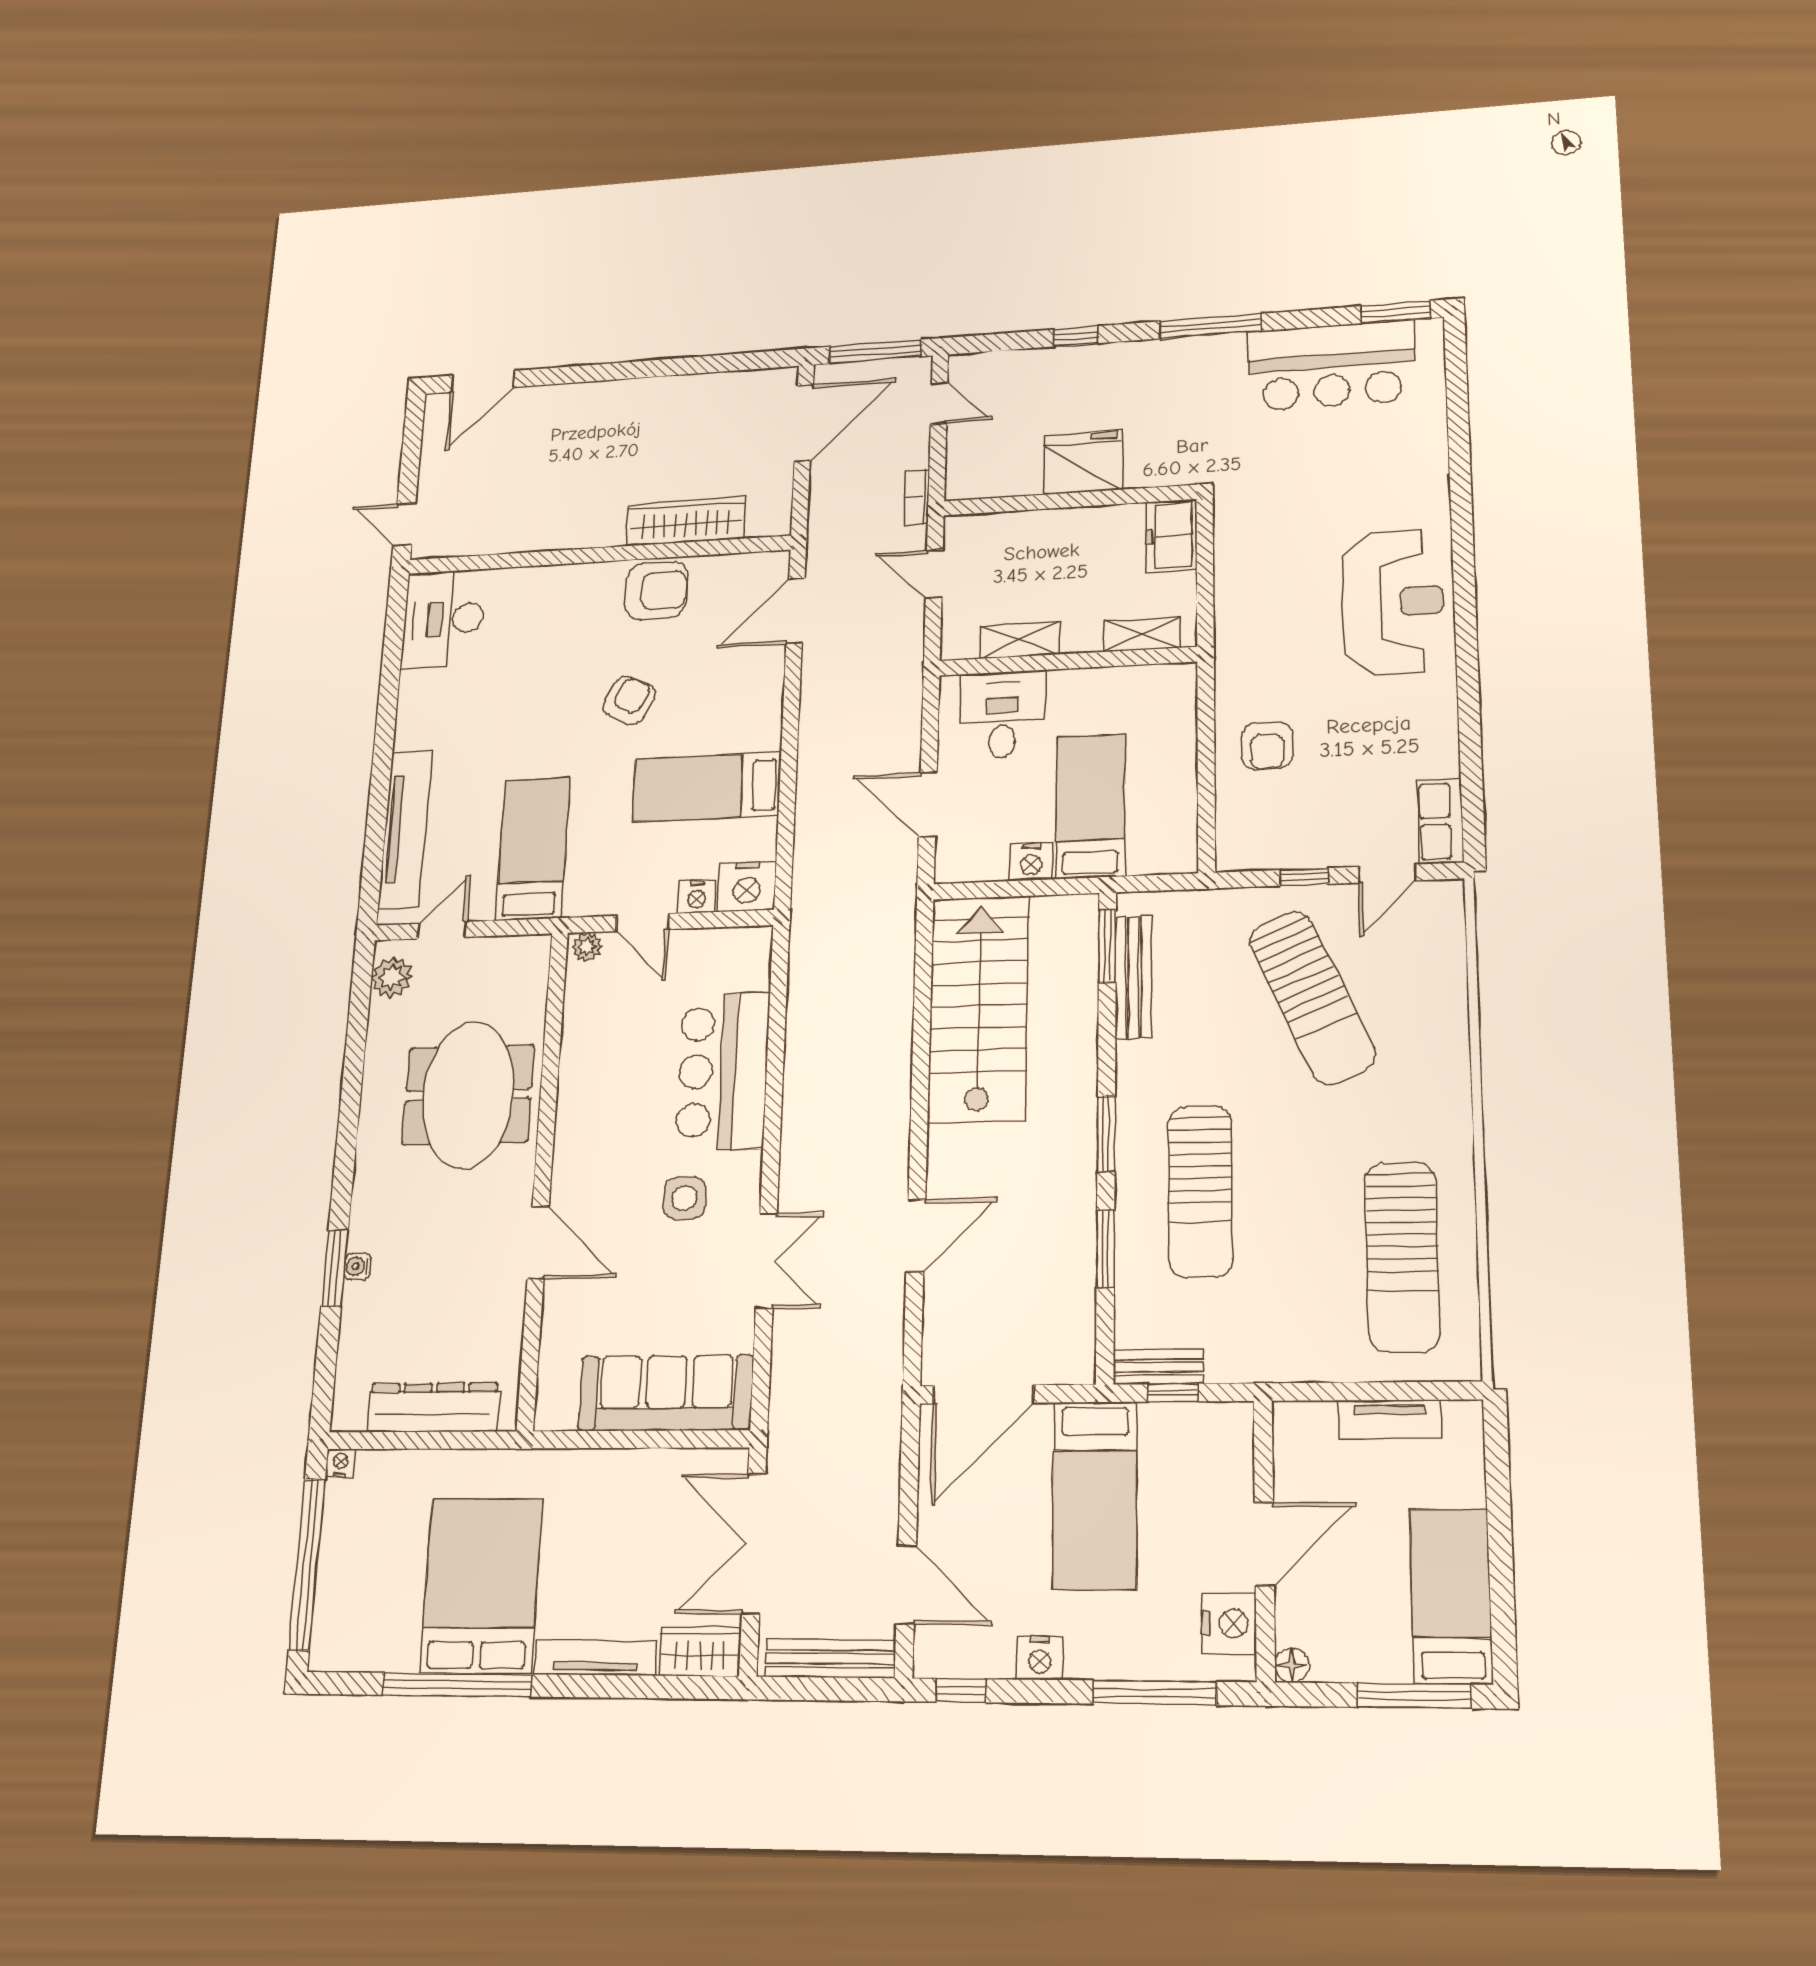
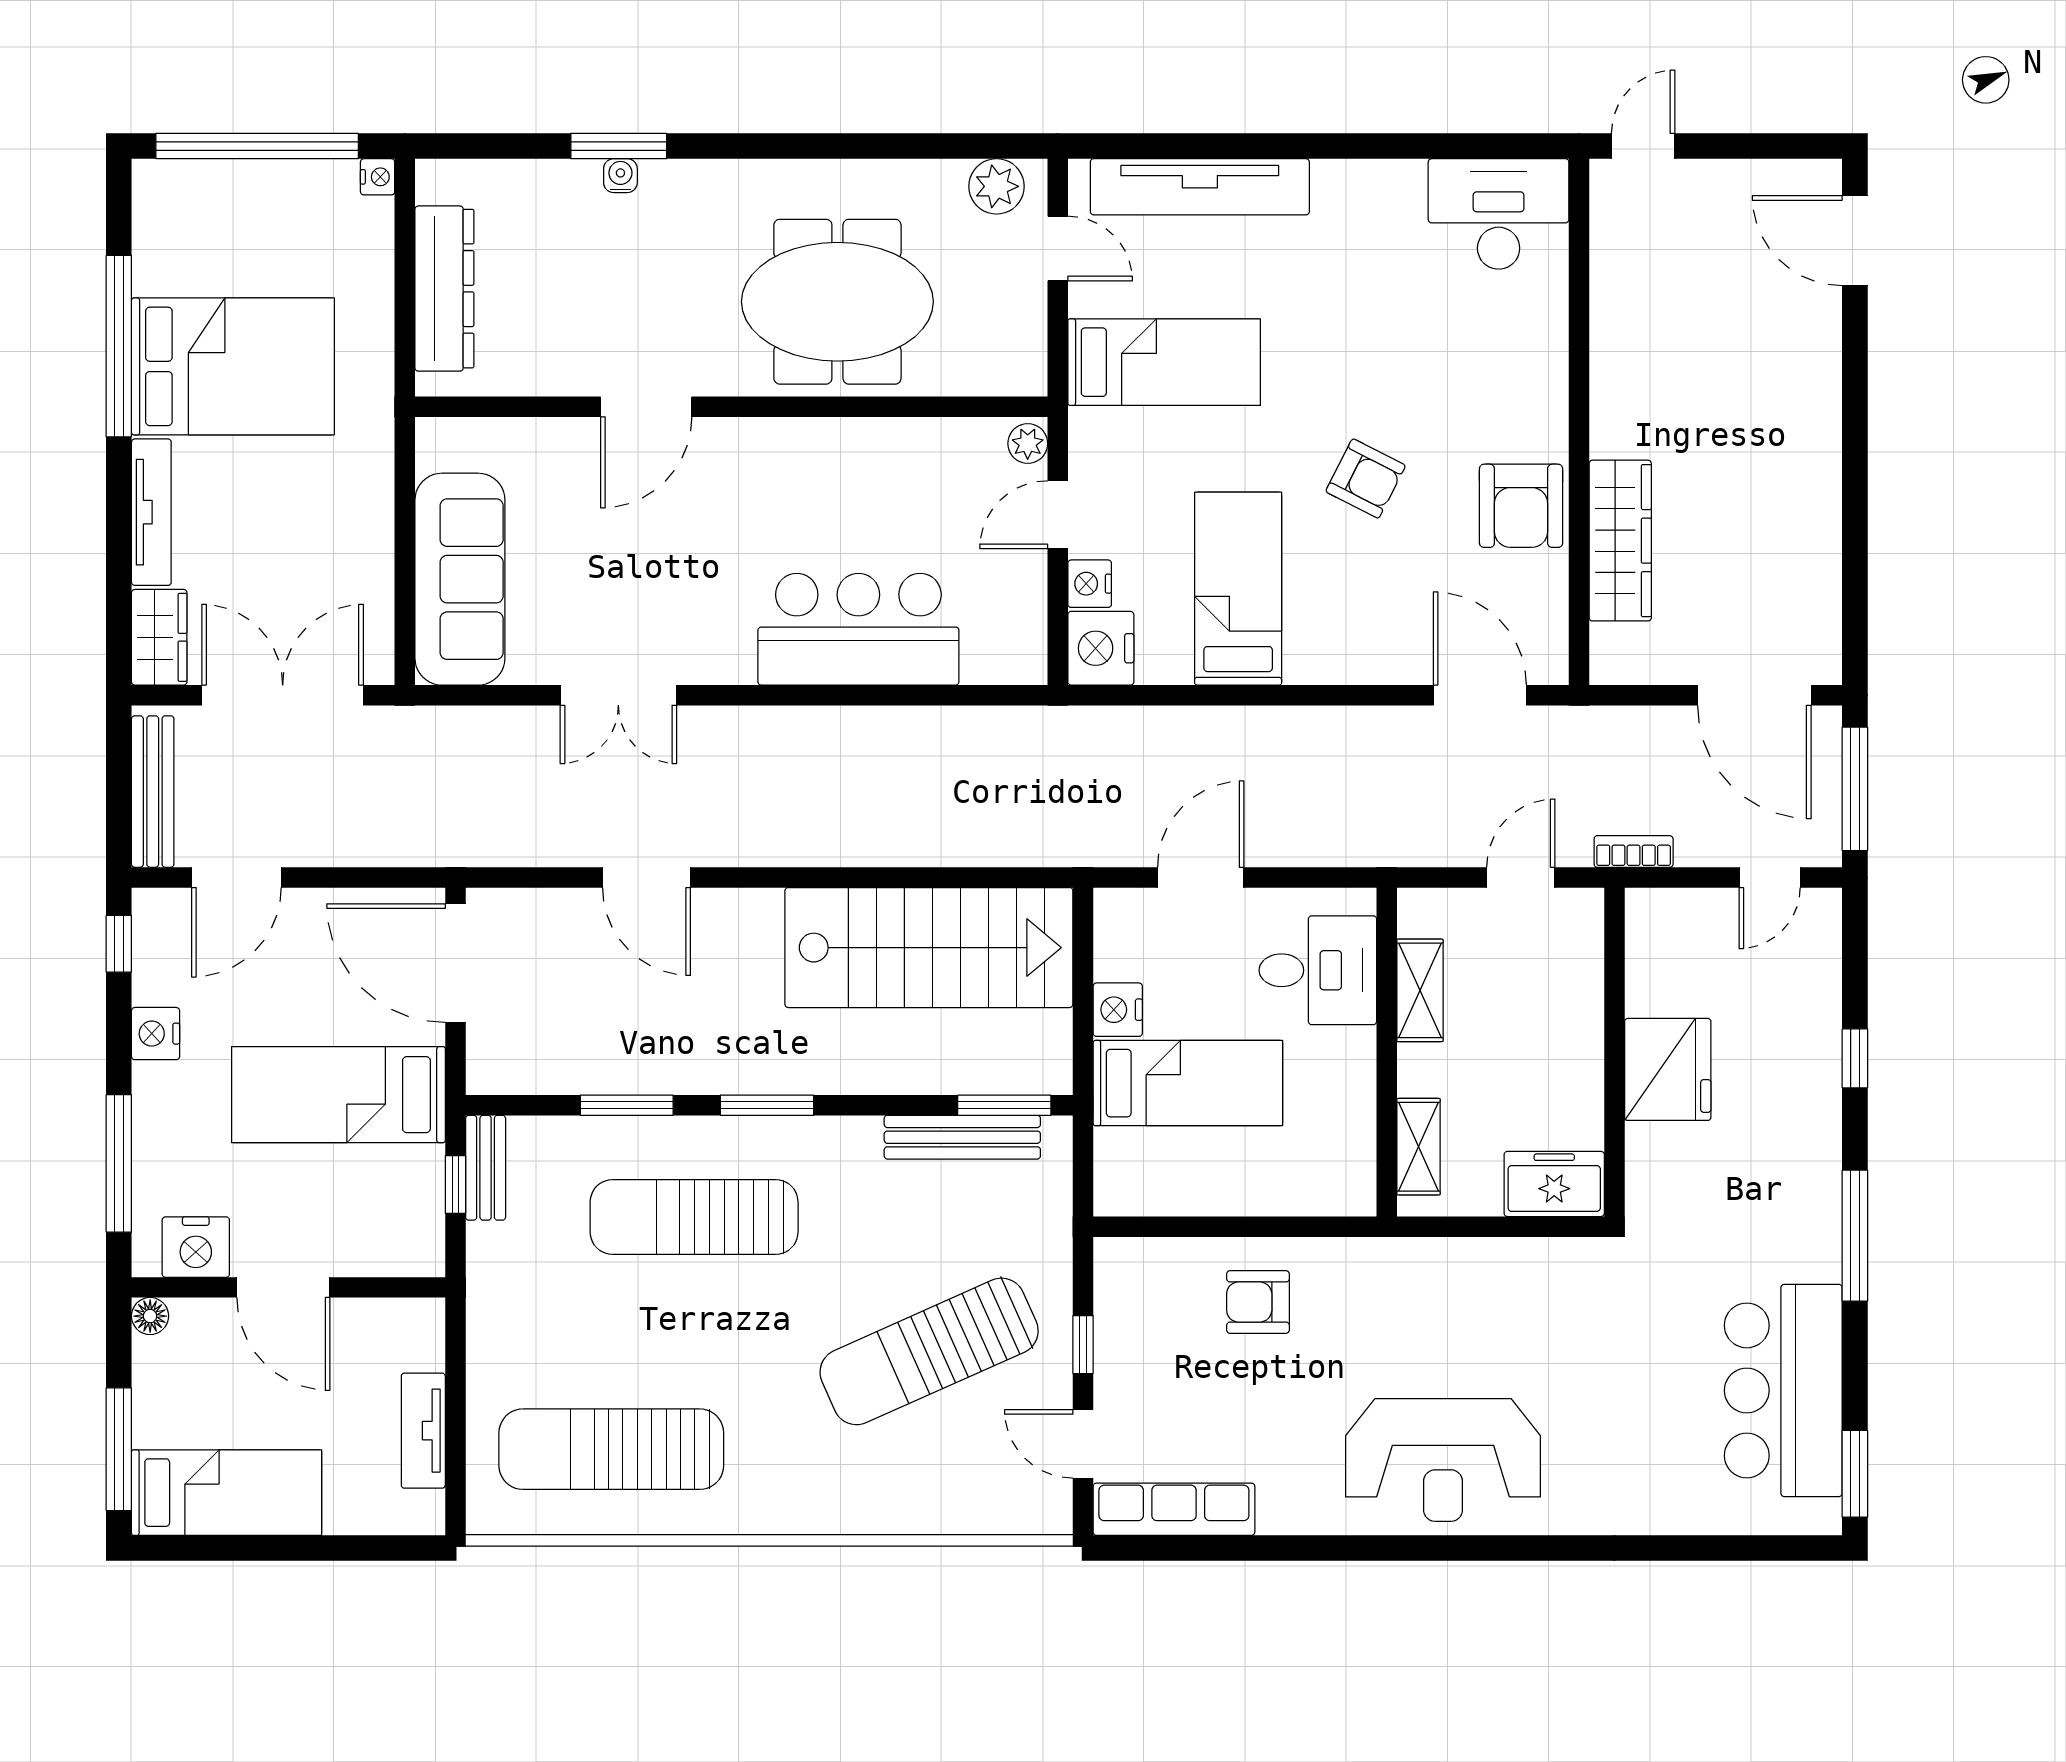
row of seats: (1440, 821) -> (1174, 1509), width x1.48
side table: (685, 1198) -> (698, 589), removed

